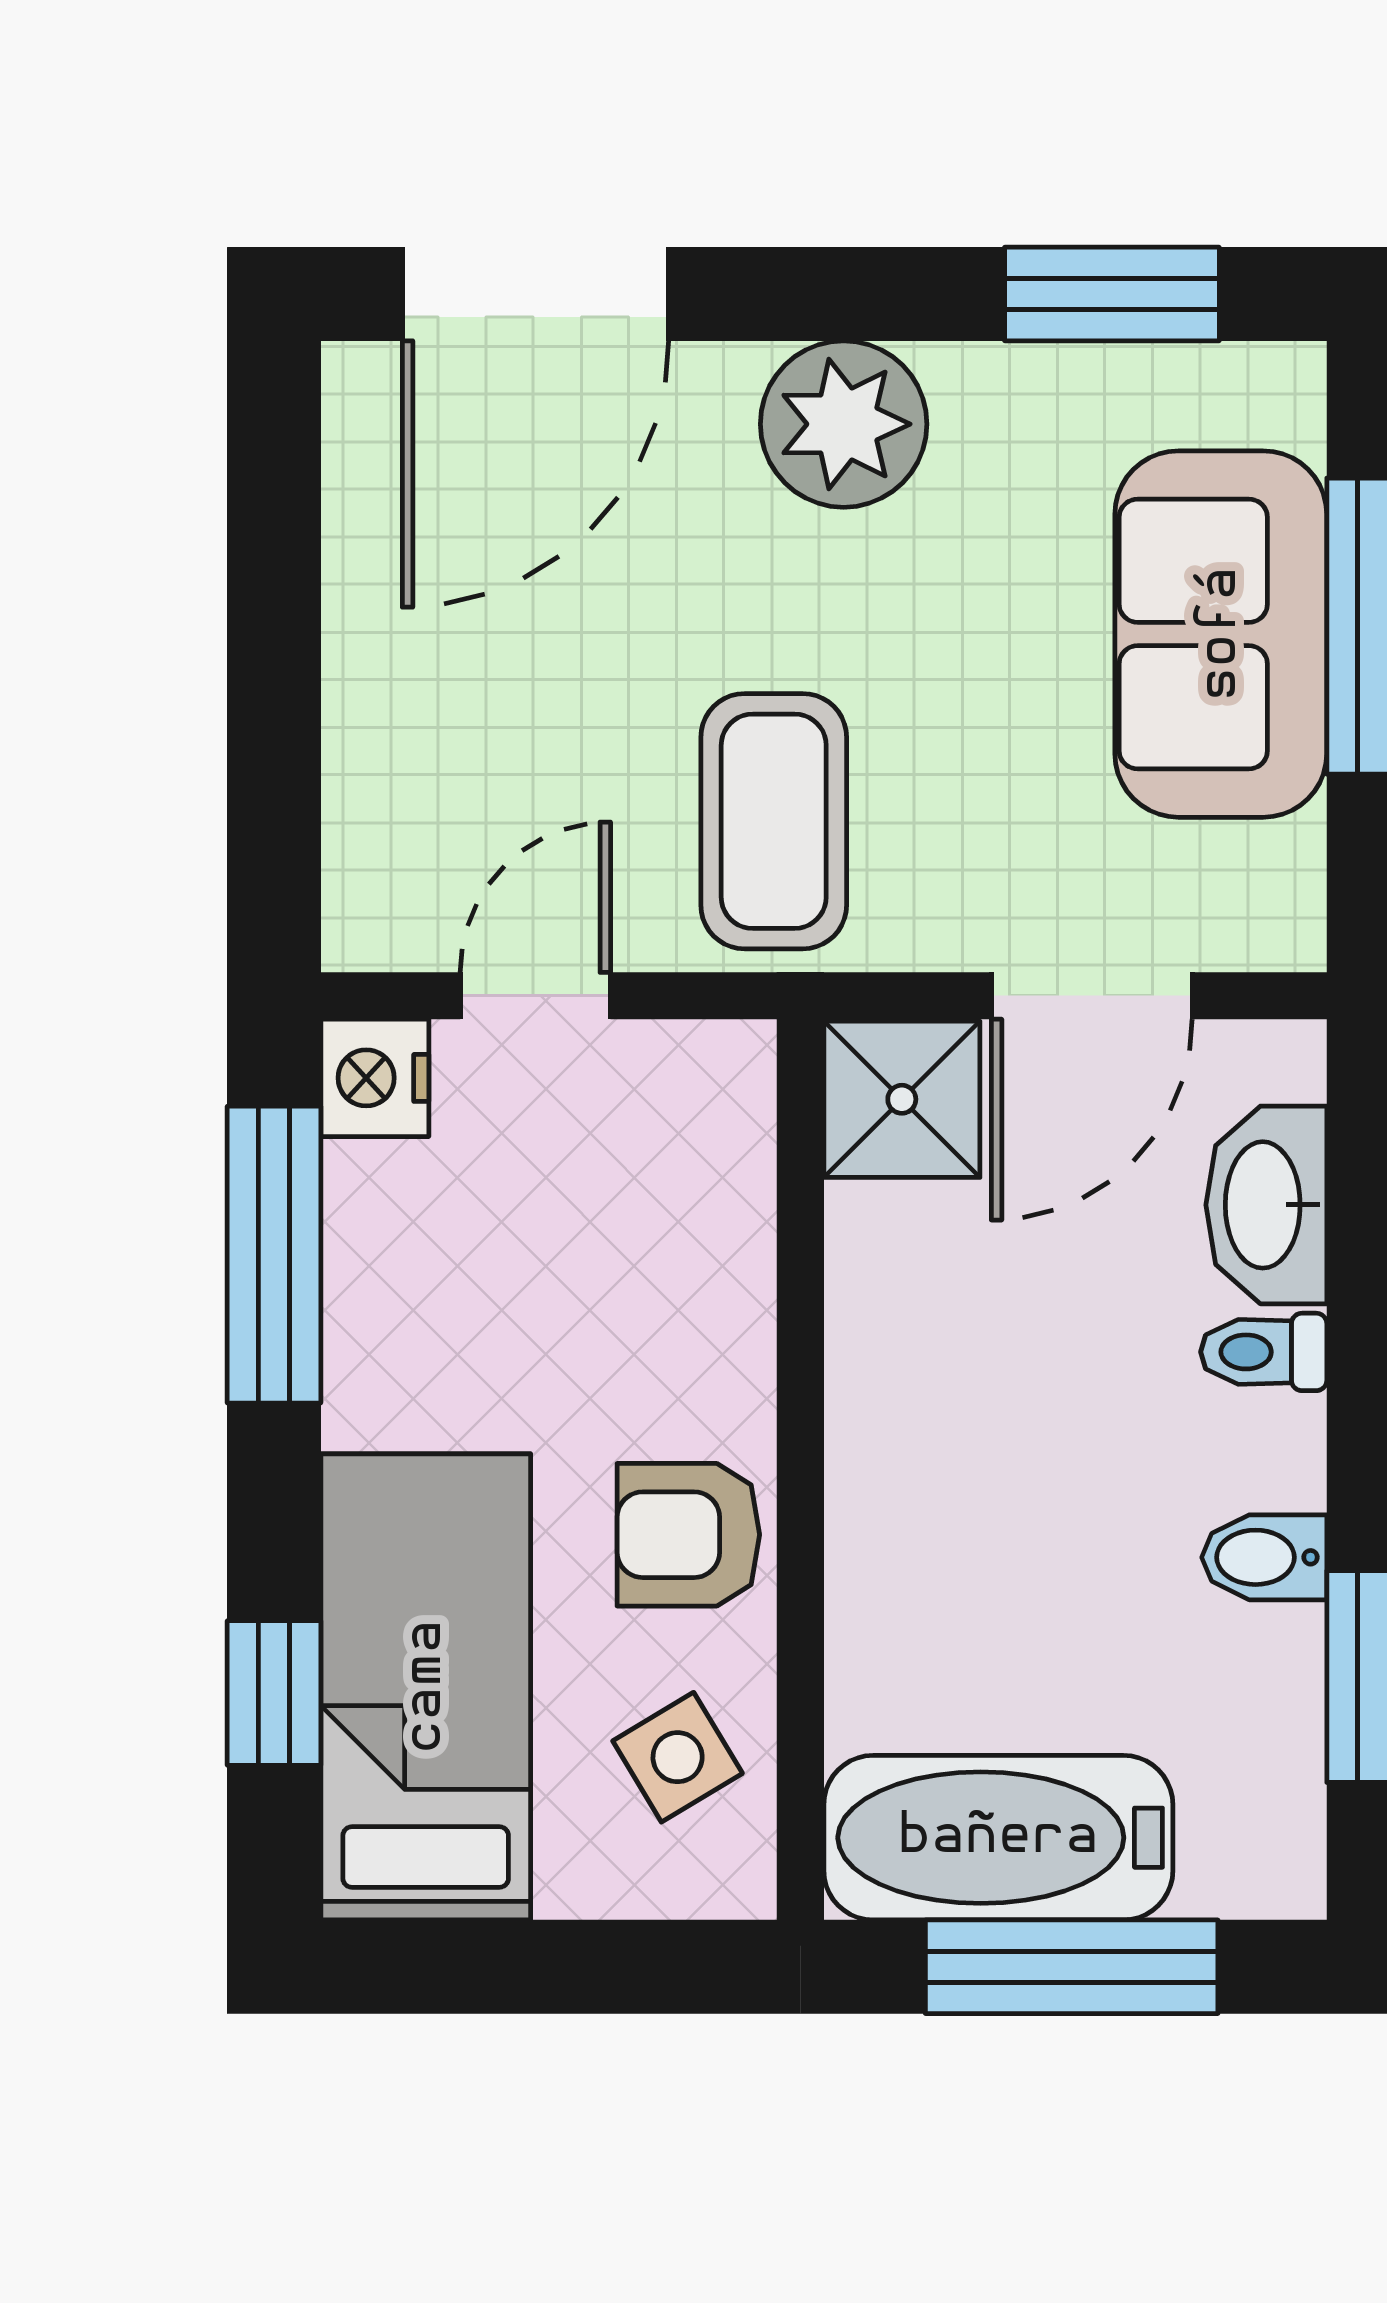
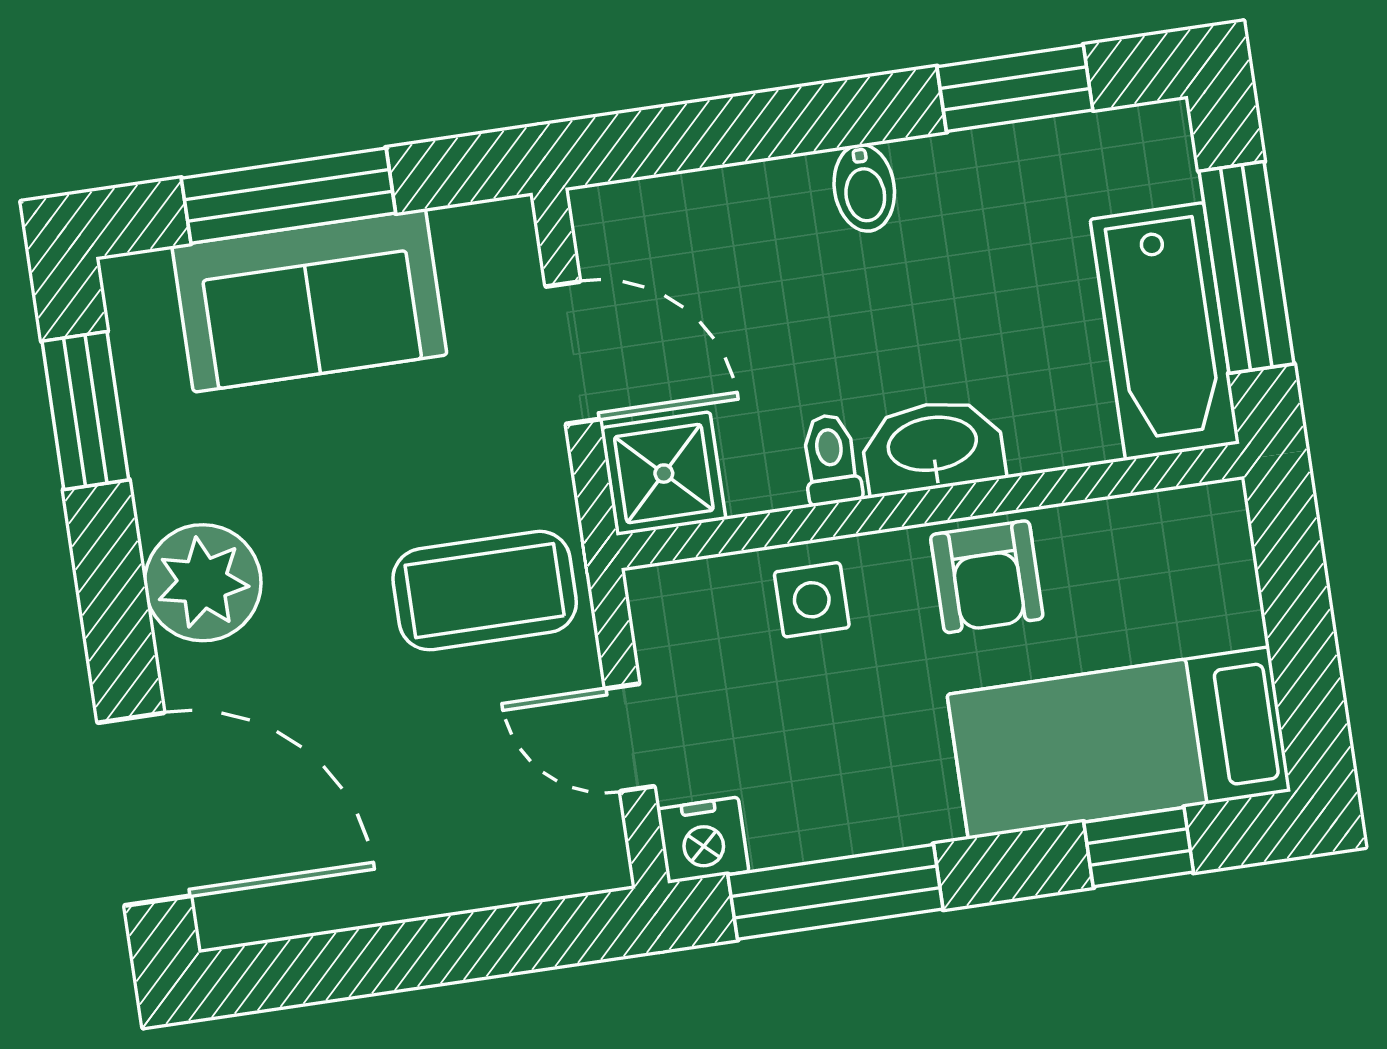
washbasin: (1266, 1205) -> (933, 446), moved, turned 180
toilet: (1264, 1352) -> (831, 459), moved, turned 180
bidet: (1264, 1557) -> (864, 188), moved
side table: (678, 1757) -> (812, 600), moved, turned 31

